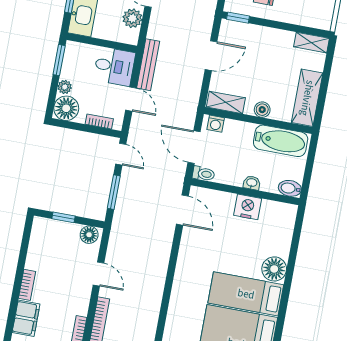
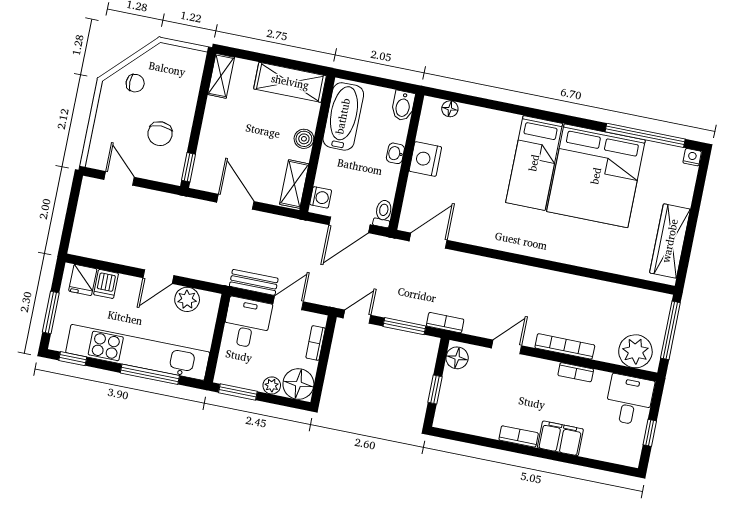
bench: (148, 65) -> (254, 282), width x0.73
bookcase: (117, 225) -> (445, 323), added
floor lamp: (274, 269) -> (450, 109), moved, width x0.53, depth x0.53

